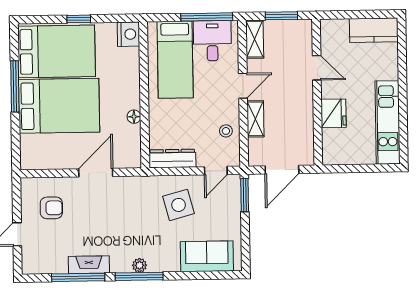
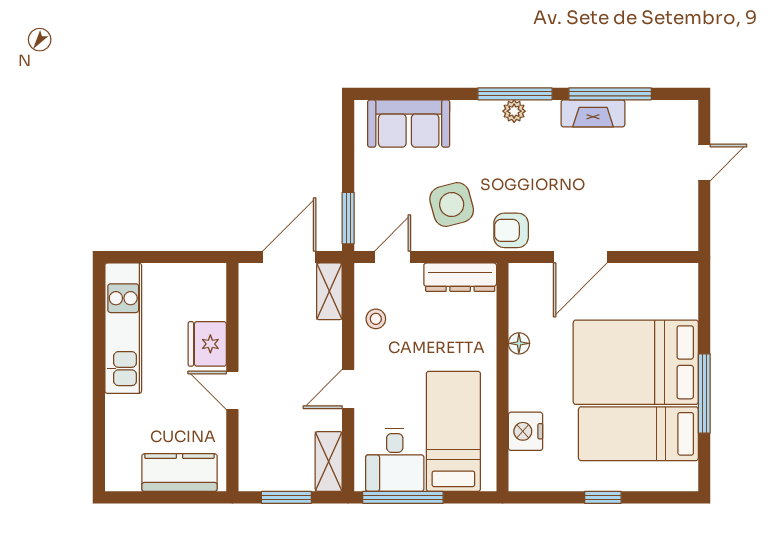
kitchen counter: (374, 30) -> (179, 473), moved
nightstand: (129, 34) -> (526, 431), moved
bed: (57, 51) -> (638, 434), width x0.67
door: (317, 68) -> (232, 390), moved
shelving: (255, 119) -> (329, 291), moved
armchair: (51, 208) -> (511, 230), moved

